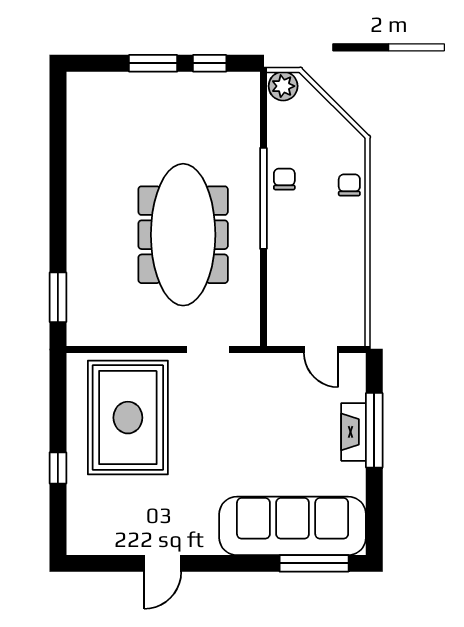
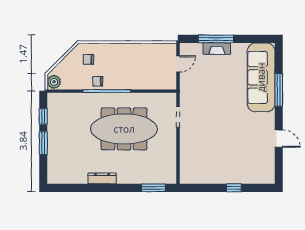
chair: (349, 185) -> (88, 59), moved
dresser: (78, 188) -> (102, 178), added
rug: (128, 418) -> (210, 155), removed
window: (314, 563) -> (279, 90), moved

